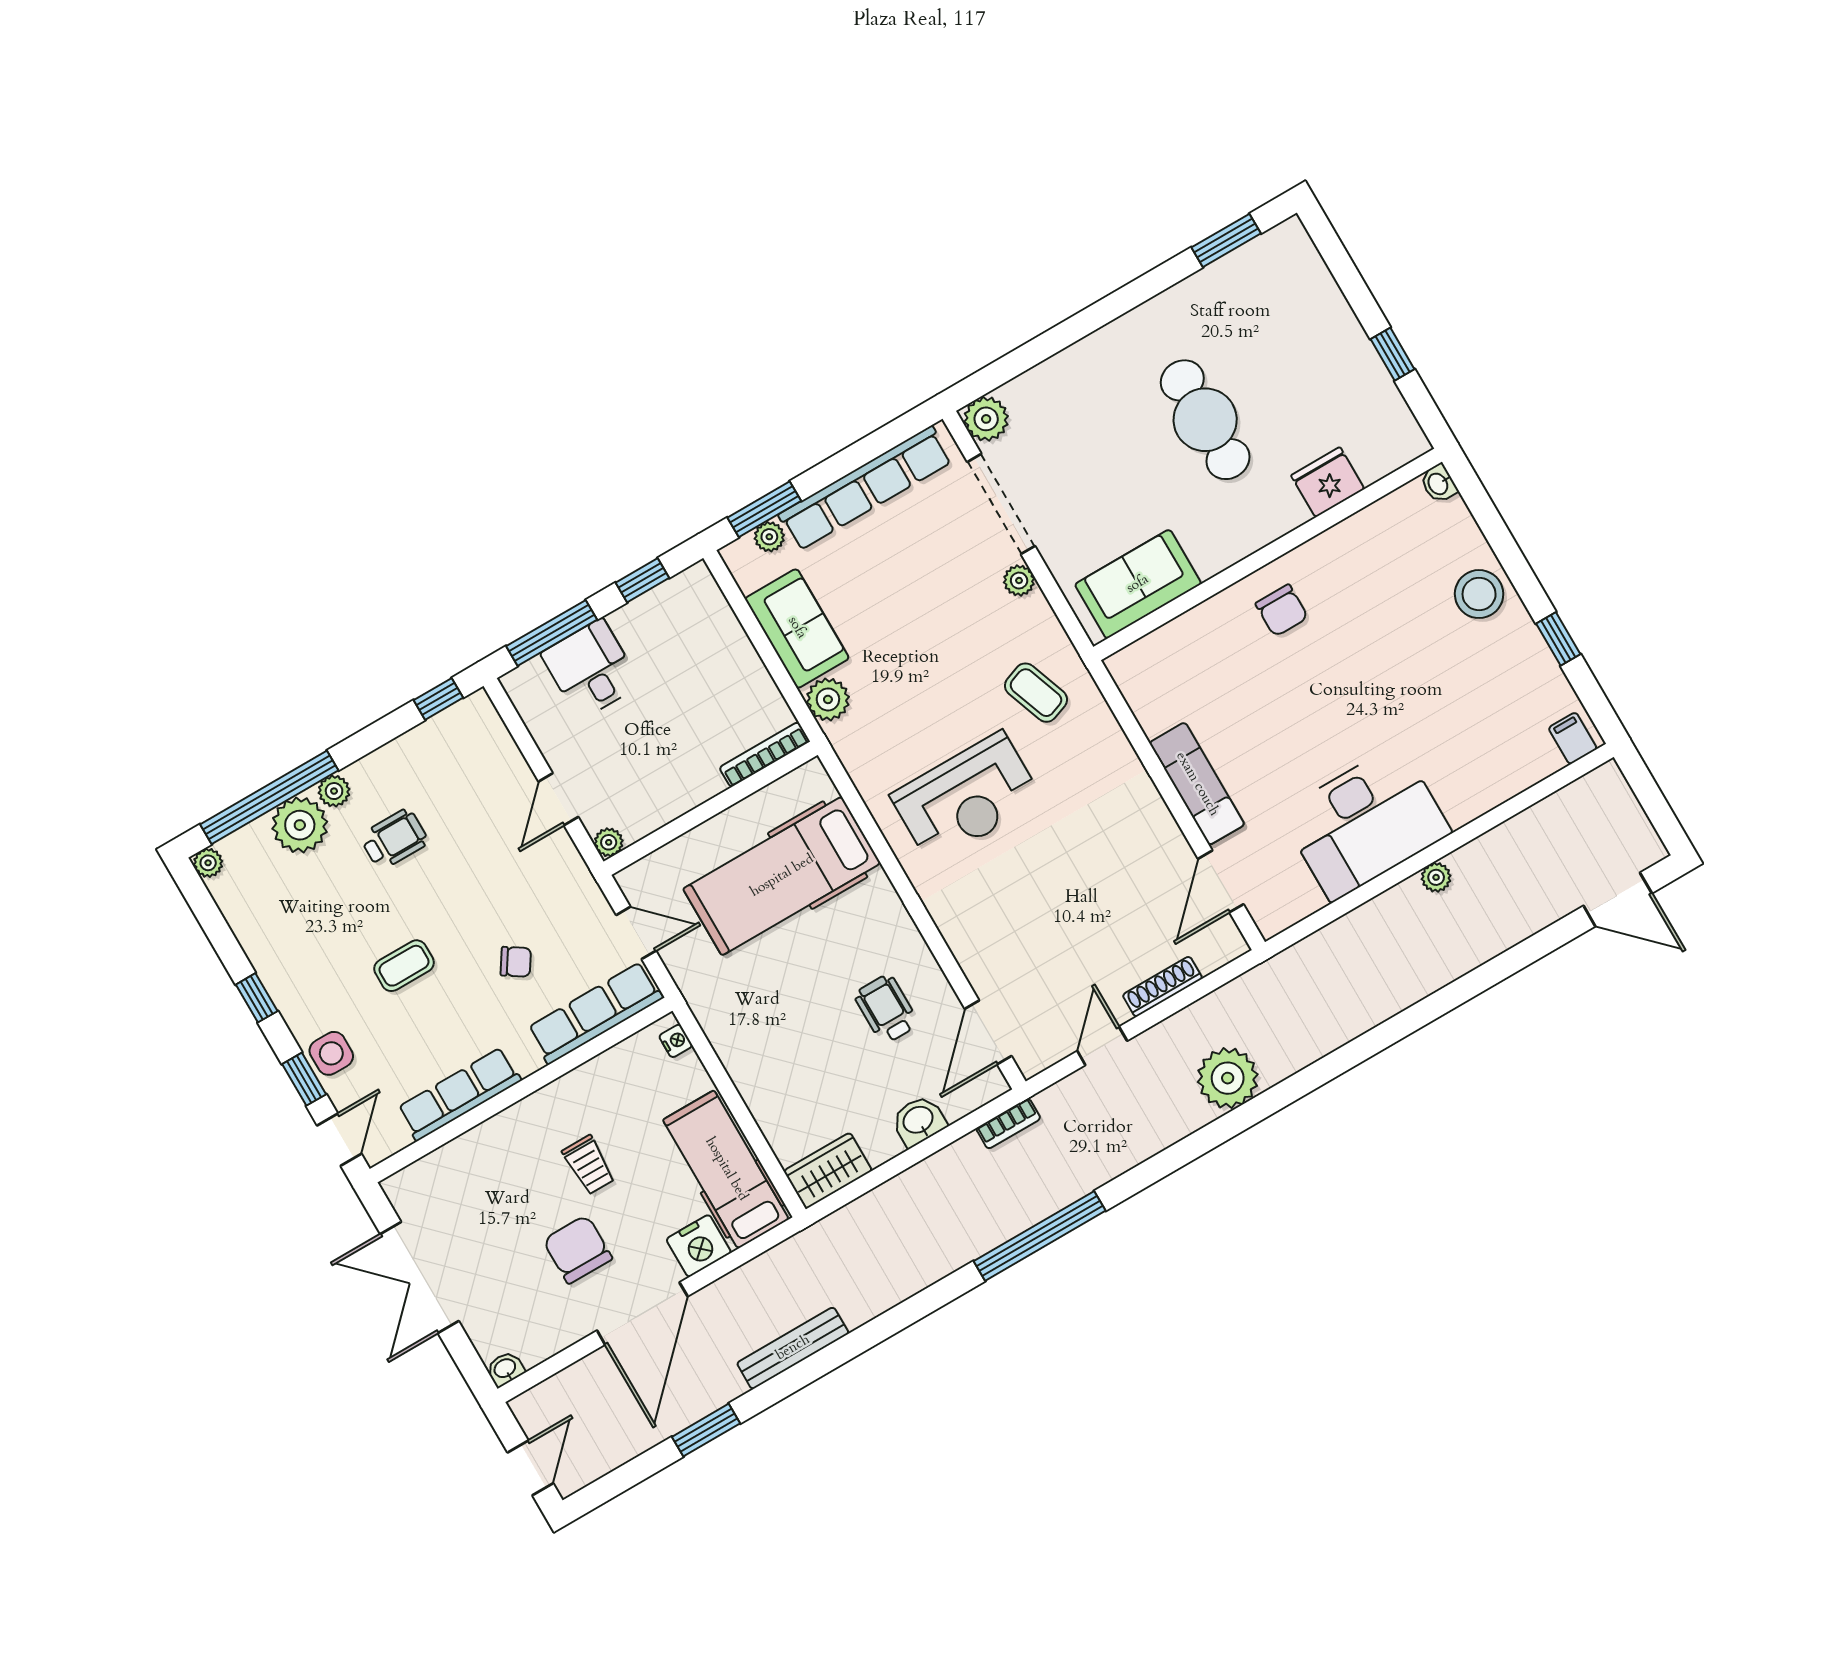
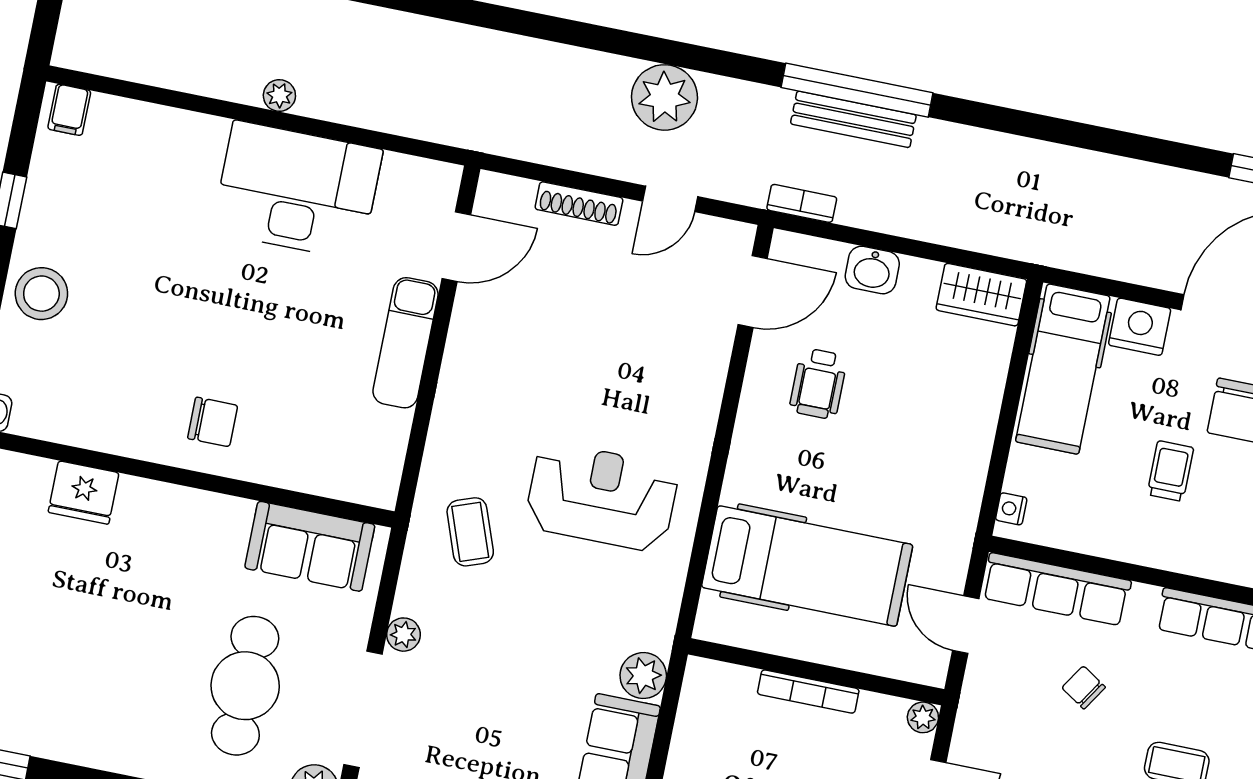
cafe table: (1205, 420) -> (245, 686), moved
chair: (1282, 610) -> (213, 422), turned 90
bookcase: (765, 755) -> (808, 691), moved
plant: (1228, 1078) -> (664, 97), moved
bench: (793, 1348) -> (853, 119), moved

